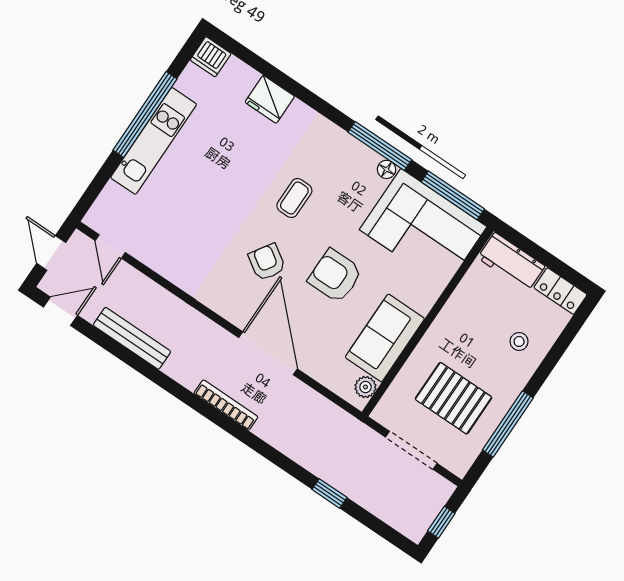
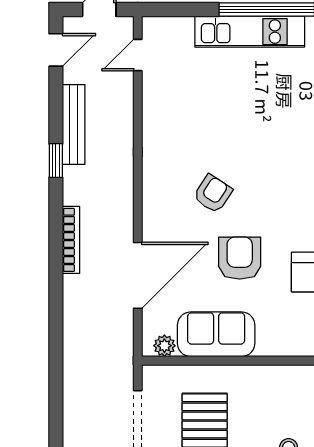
coffee table: (294, 198) -> (281, 180), removed
door: (60, 311) -> (56, 50), hinge flipped
door: (268, 353) -> (138, 275), moved
window: (329, 493) -> (56, 161), moved

